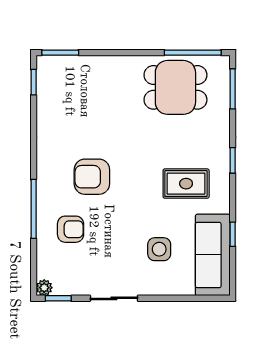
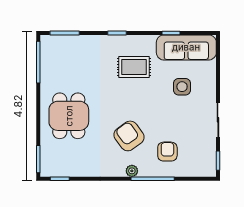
dining table: (175, 87) -> (69, 116), moved
armchair: (92, 177) -> (129, 136), turned 144
rug: (186, 184) -> (134, 67), turned 90
plant: (44, 288) -> (132, 171), moved

